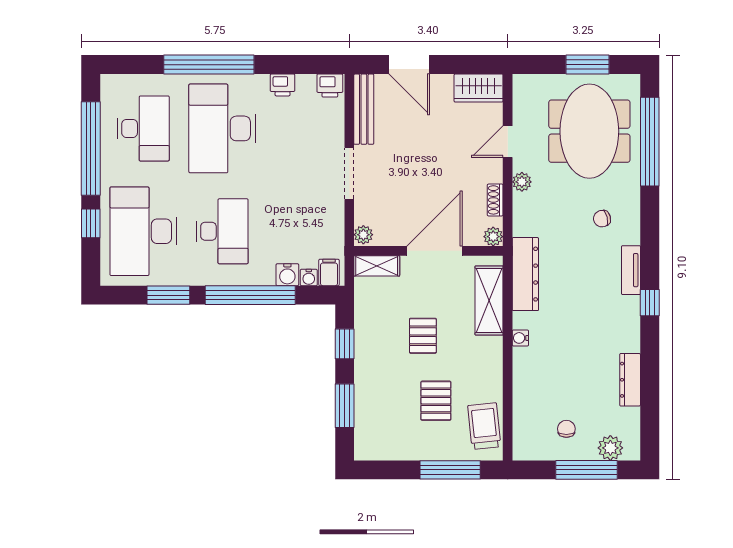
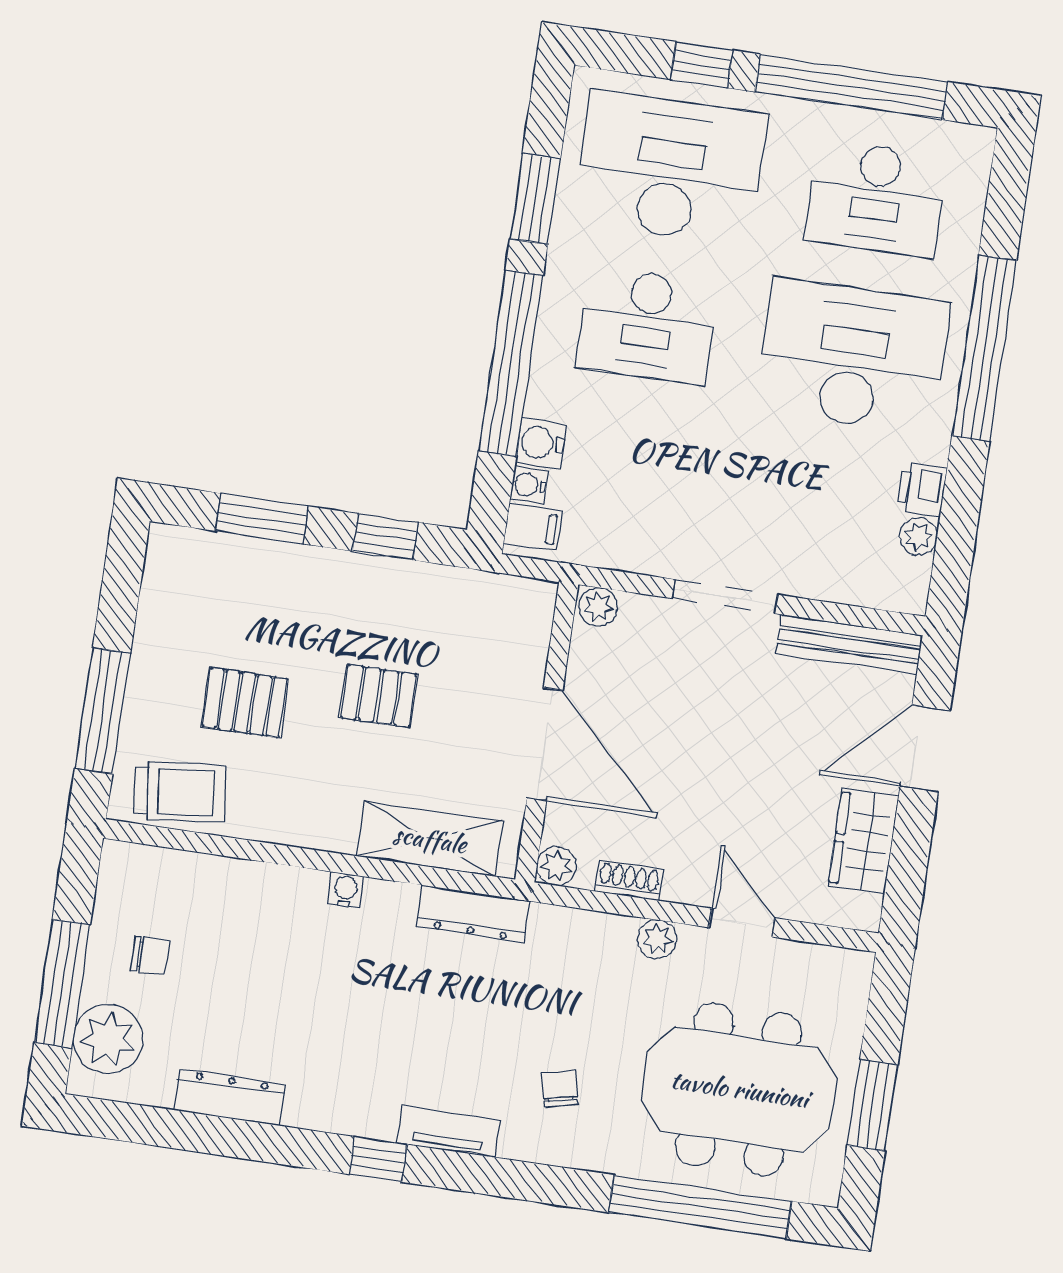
plant: (306, 83) -> (918, 536), added
printer: (330, 86) -> (907, 584), removed
wardrobe: (479, 88) -> (864, 841), moved
shelving: (377, 266) -> (532, 624), removed
dresser: (525, 274) -> (473, 914), width x0.73, depth x0.80
plant: (610, 448) -> (108, 1039), width x1.36, depth x1.36

